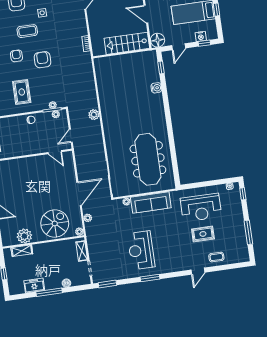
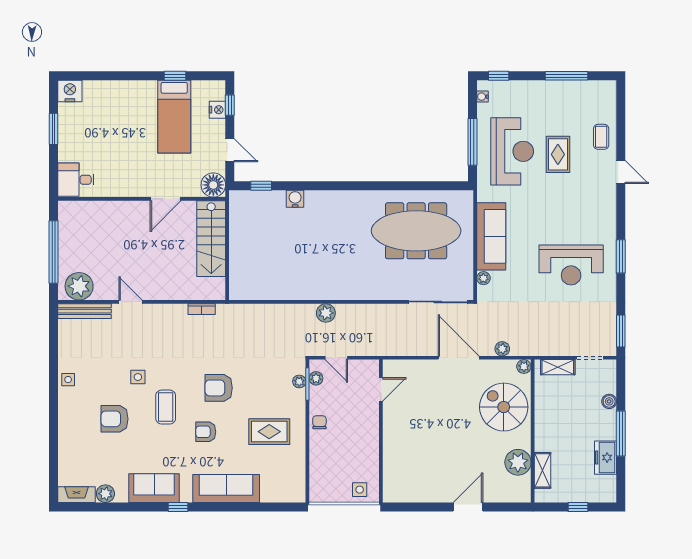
door: (71, 136) -> (336, 358), moved
window: (203, 184) -> (472, 142), added

